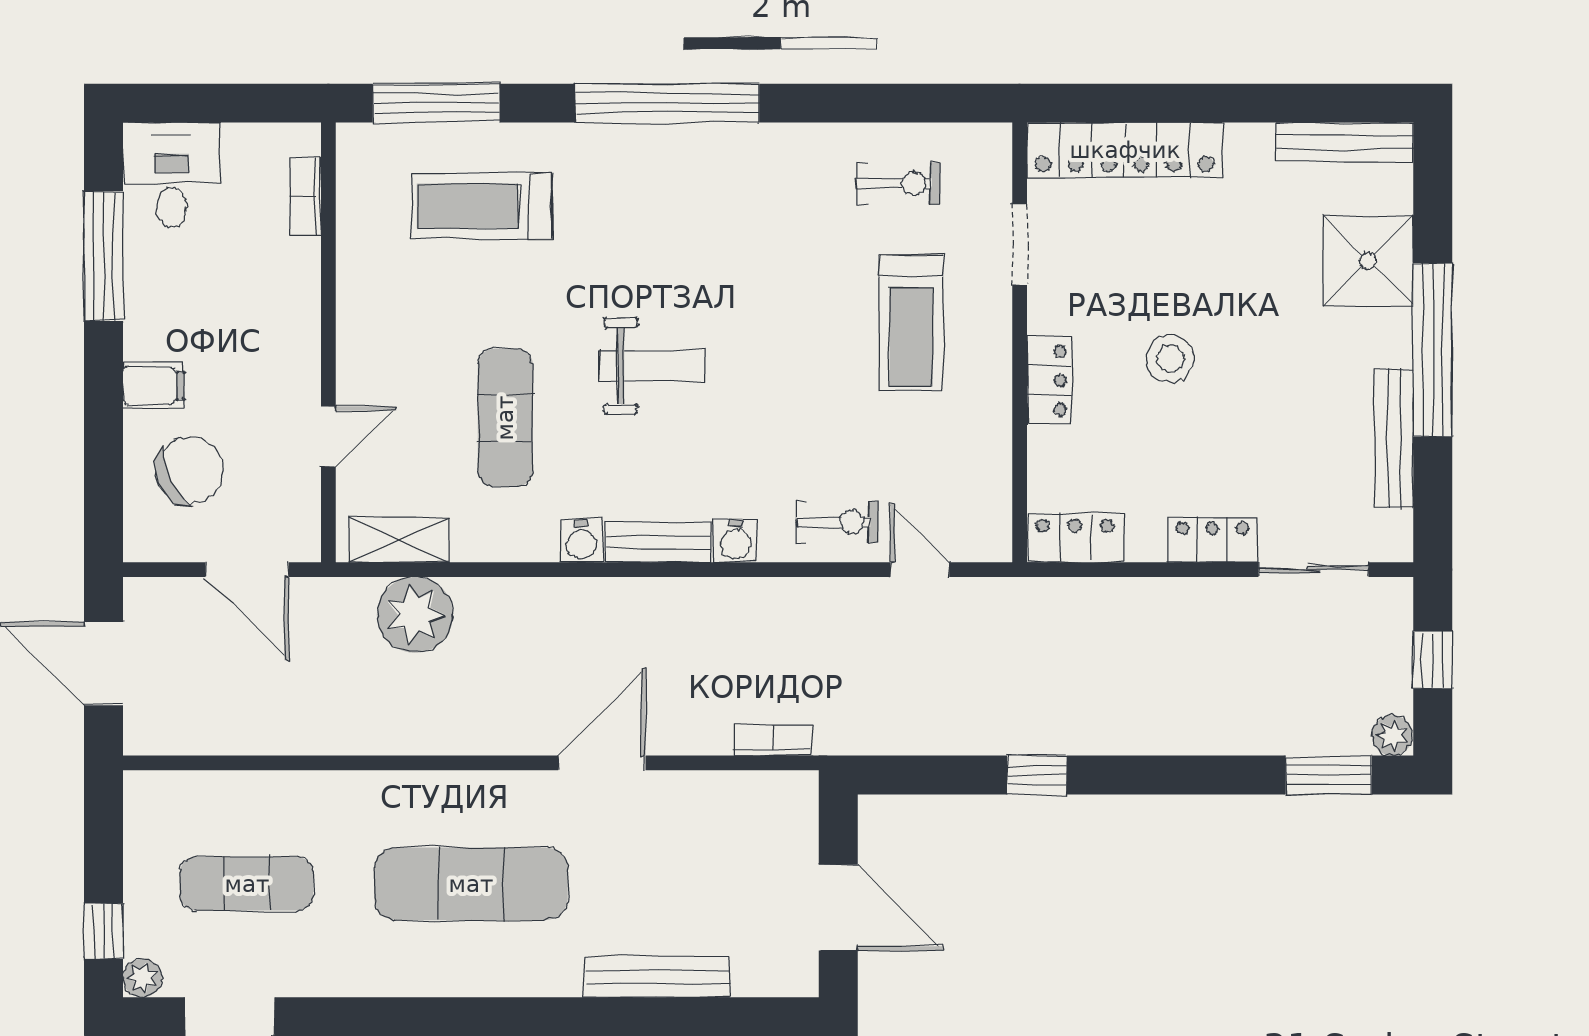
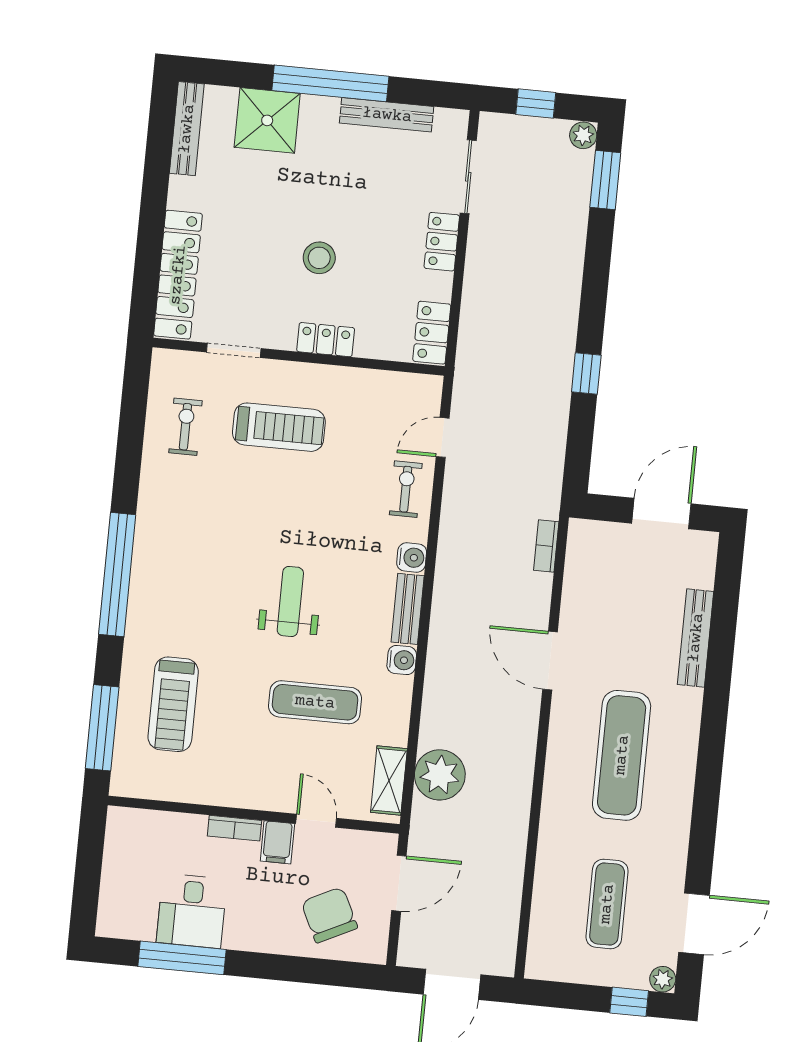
desk: (172, 175) -> (192, 911), moved, turned -90
bookcase: (305, 196) -> (234, 828), moved
filing cabinet: (153, 385) -> (277, 842), moved, turned 180

